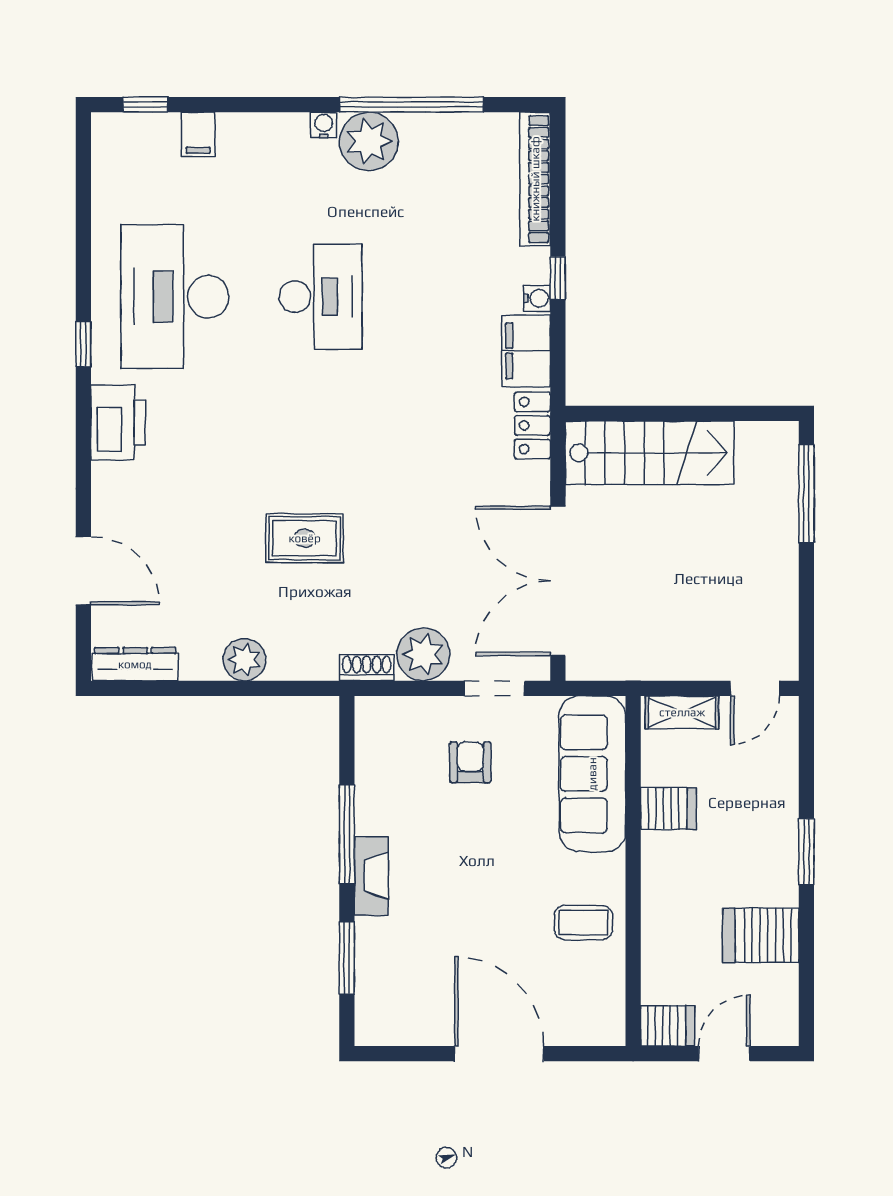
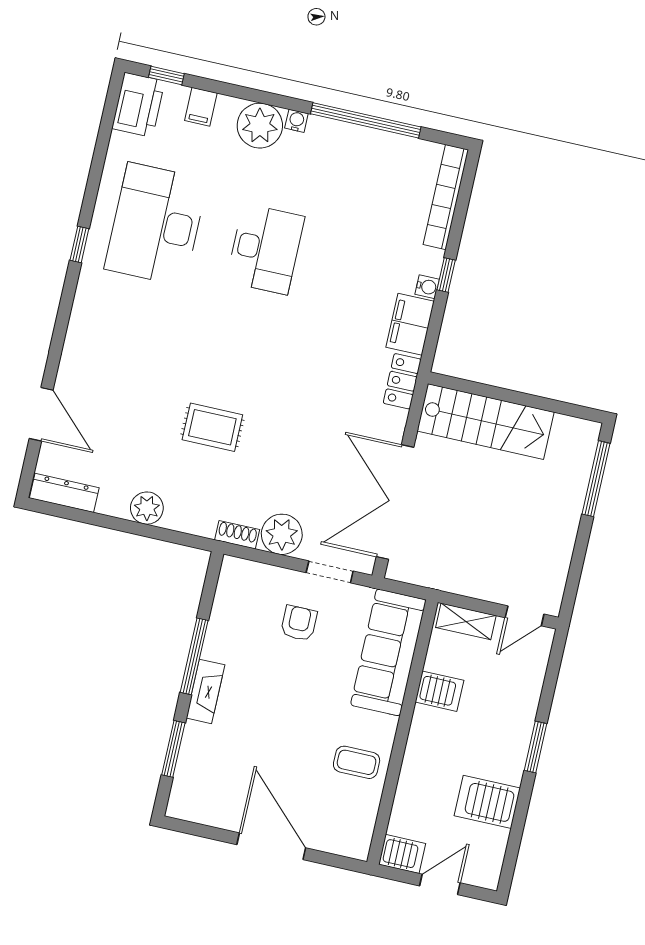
plant: (369, 141) -> (260, 126), moved
printer: (118, 422) -> (138, 105), moved

